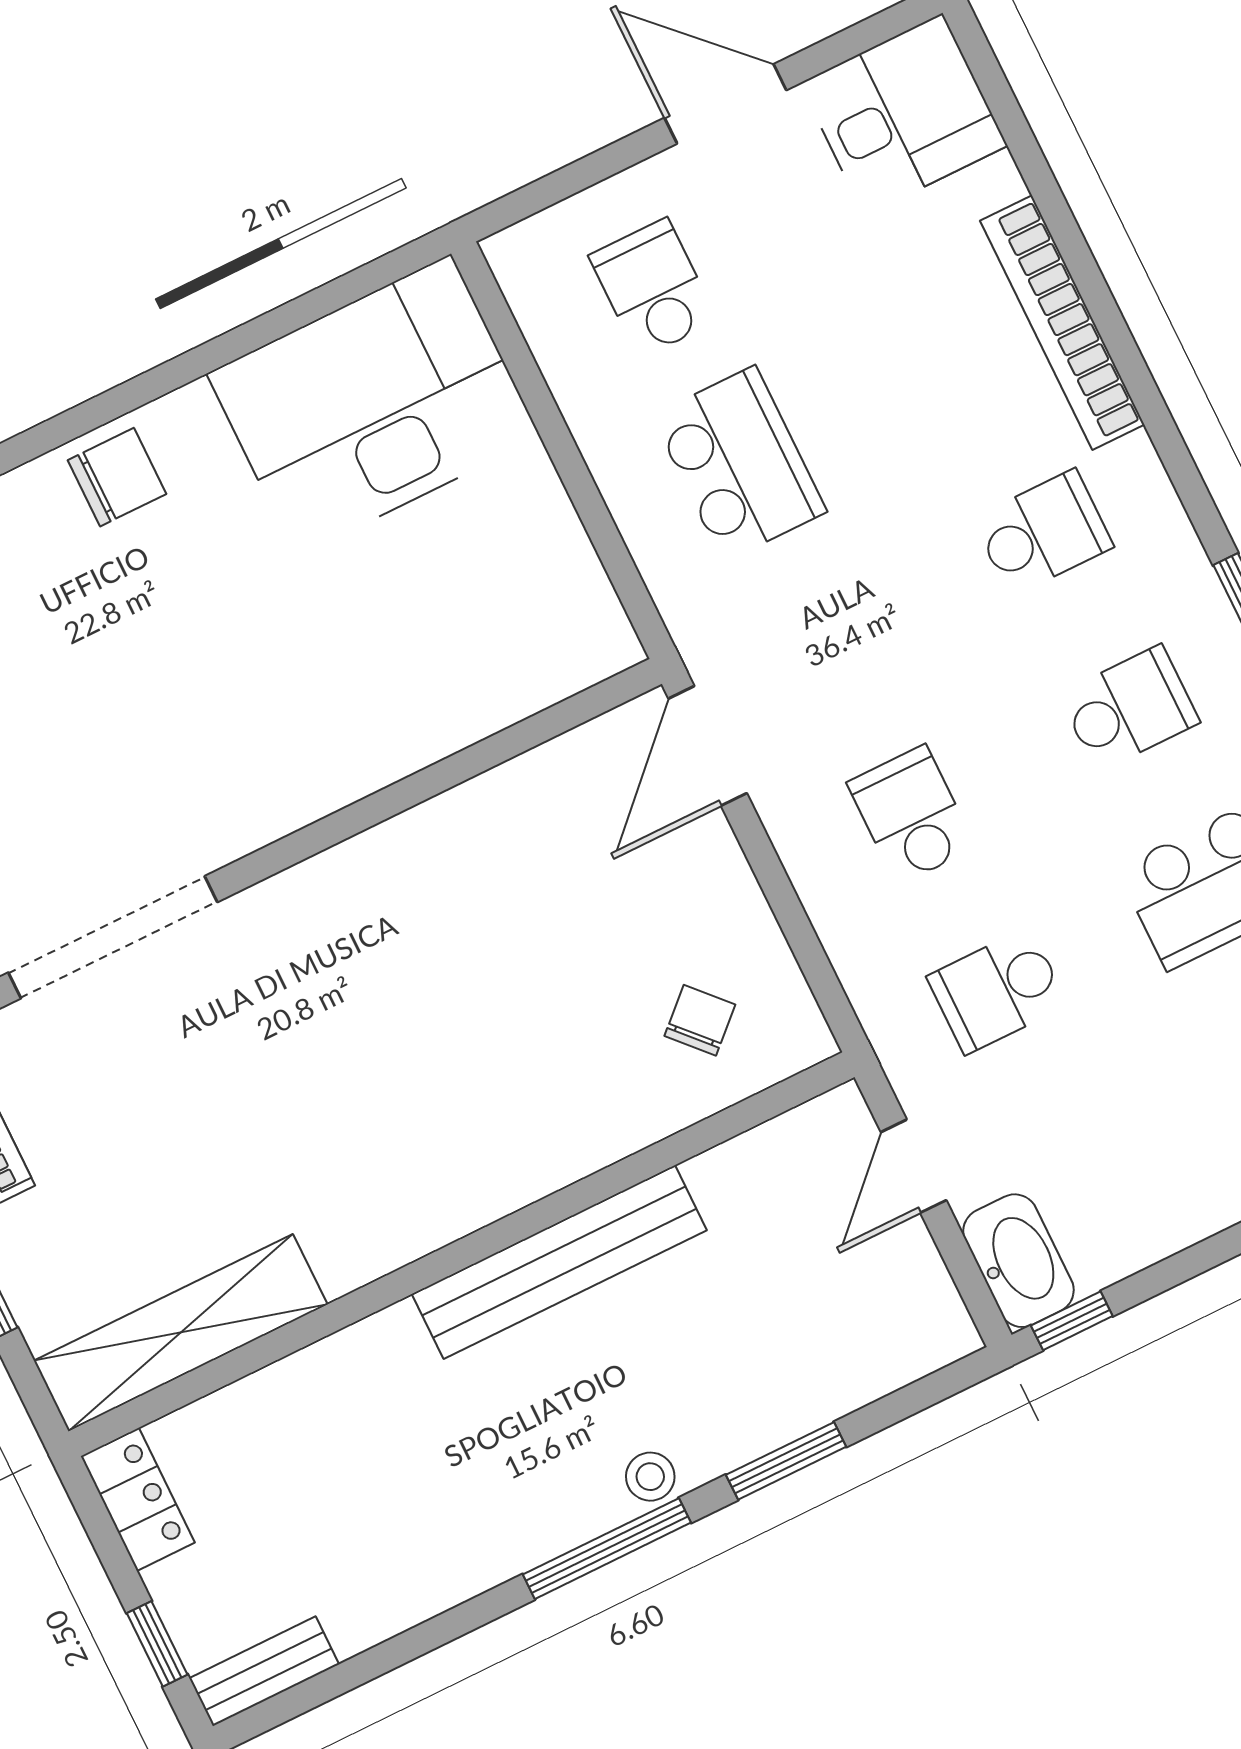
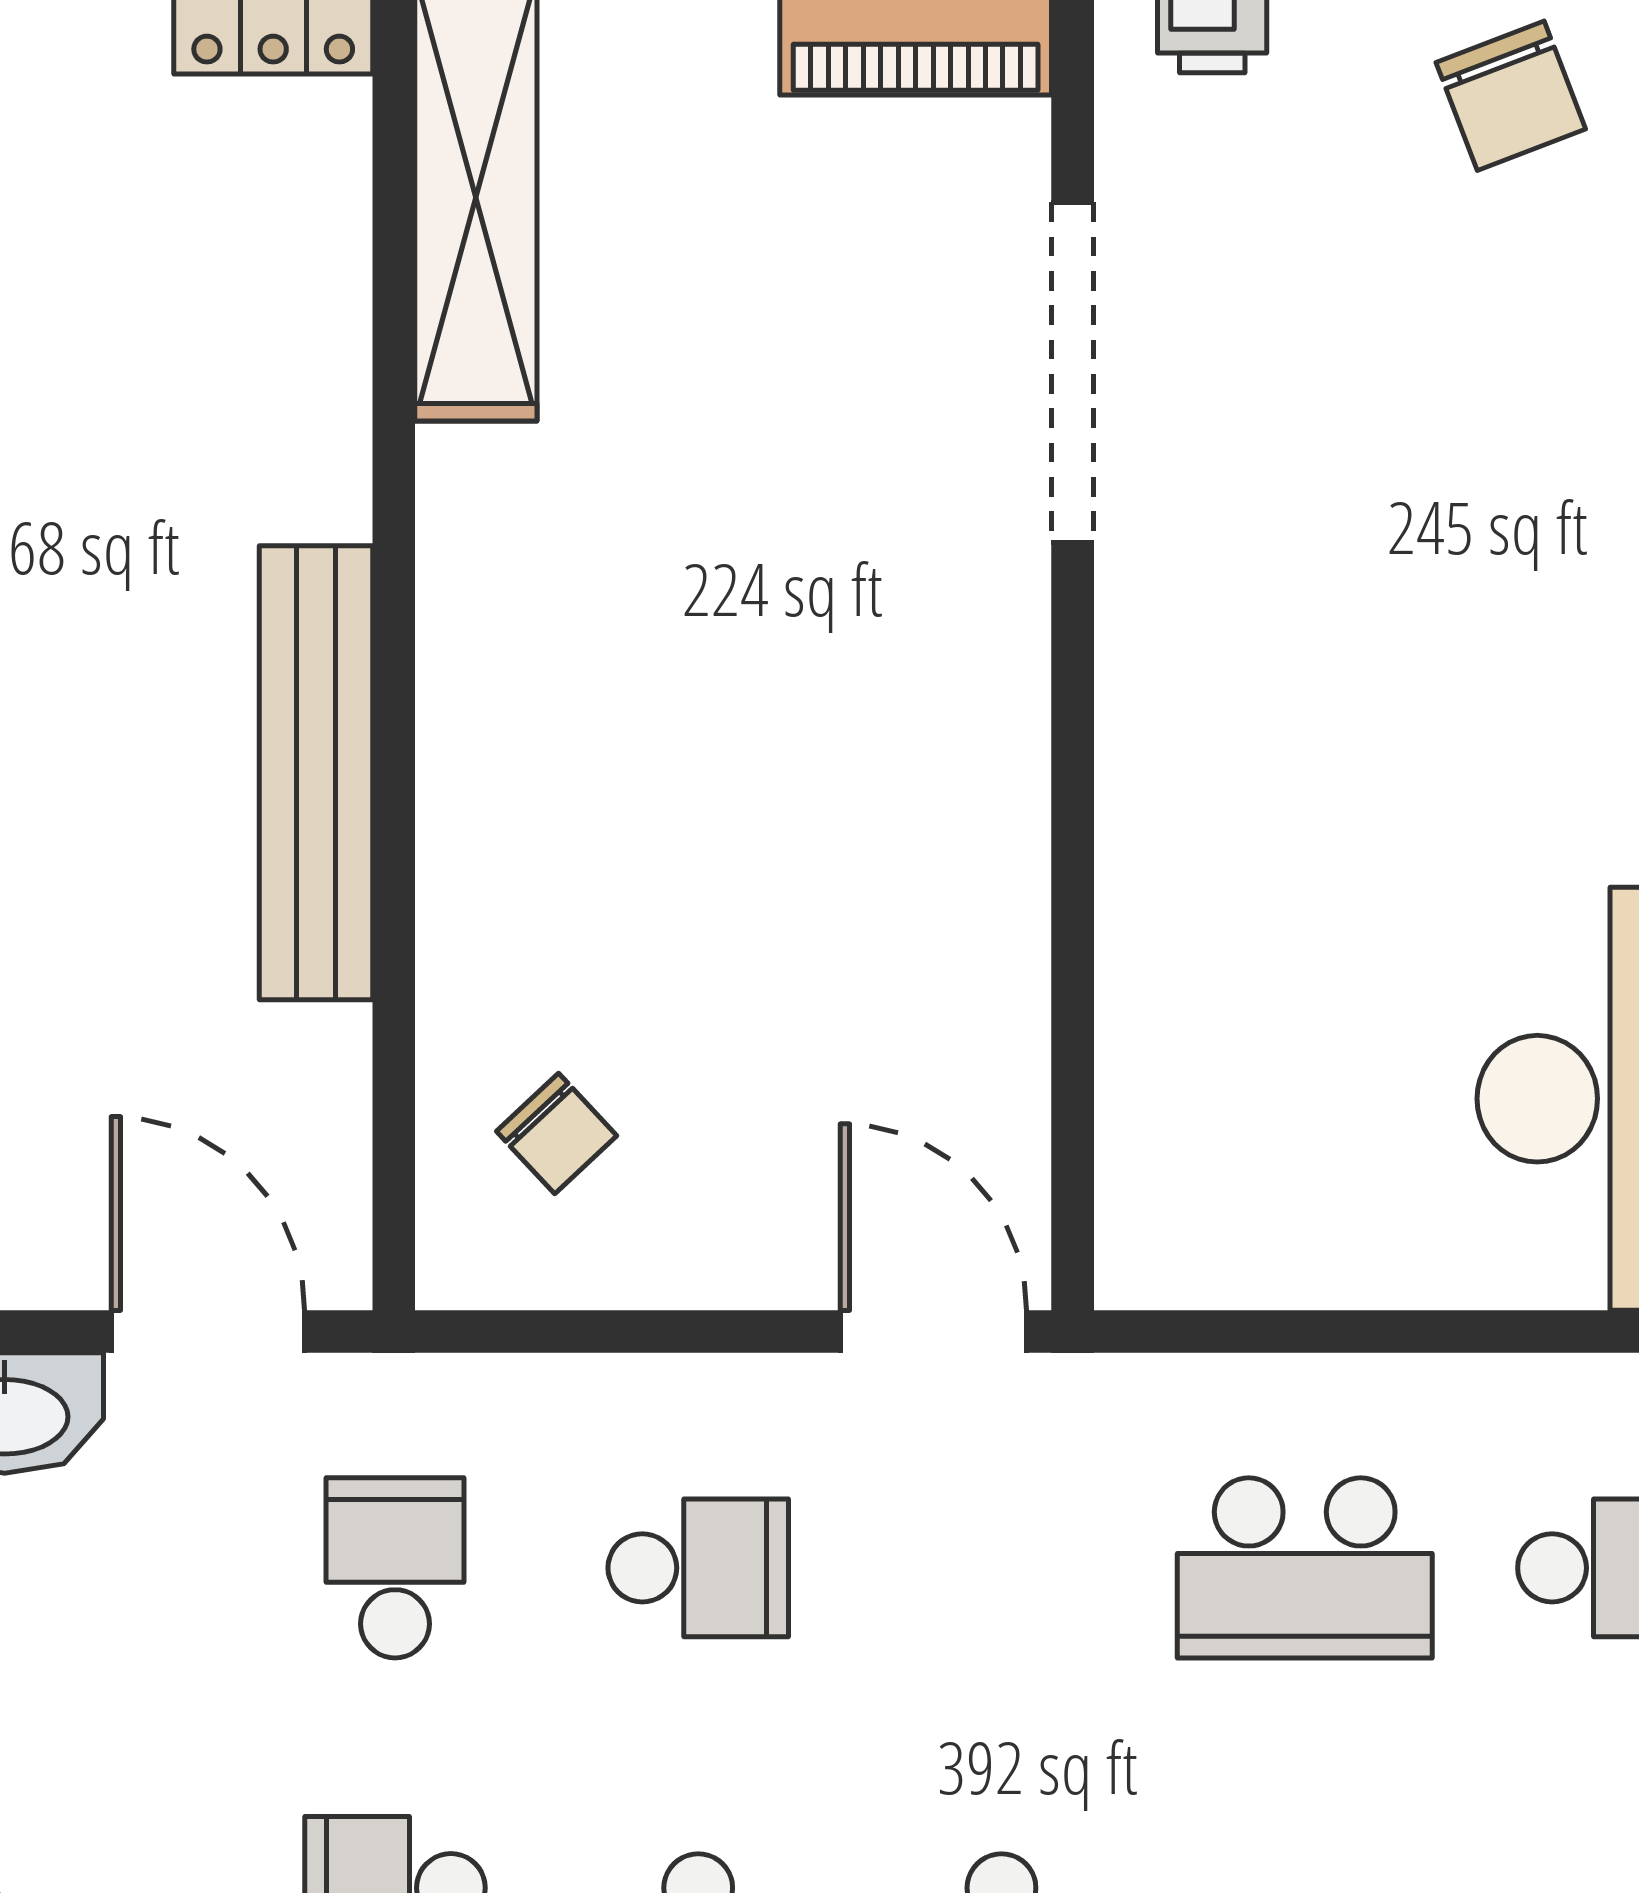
door: (914, 1166) -> (208, 1332), width x1.38

